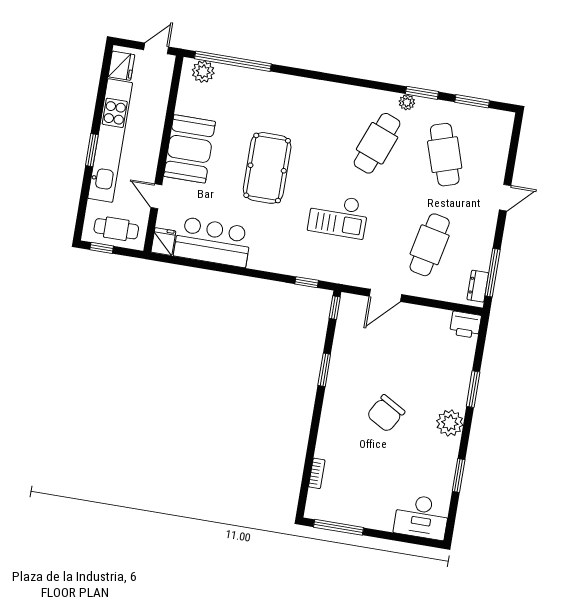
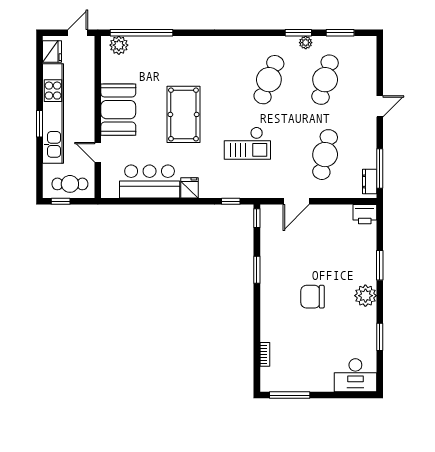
plant: (407, 102) -> (306, 43), moved
cafe table: (445, 155) -> (325, 80), turned 33
fridge: (163, 242) -> (189, 188), moved
chair: (386, 413) -> (312, 297), turned 60

